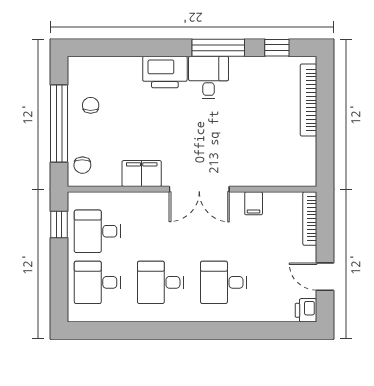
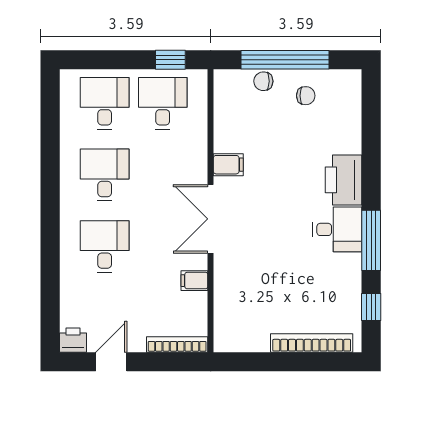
chair: (82, 165) -> (263, 81), moved
filing cabinet: (142, 174) -> (228, 165), width x0.50

